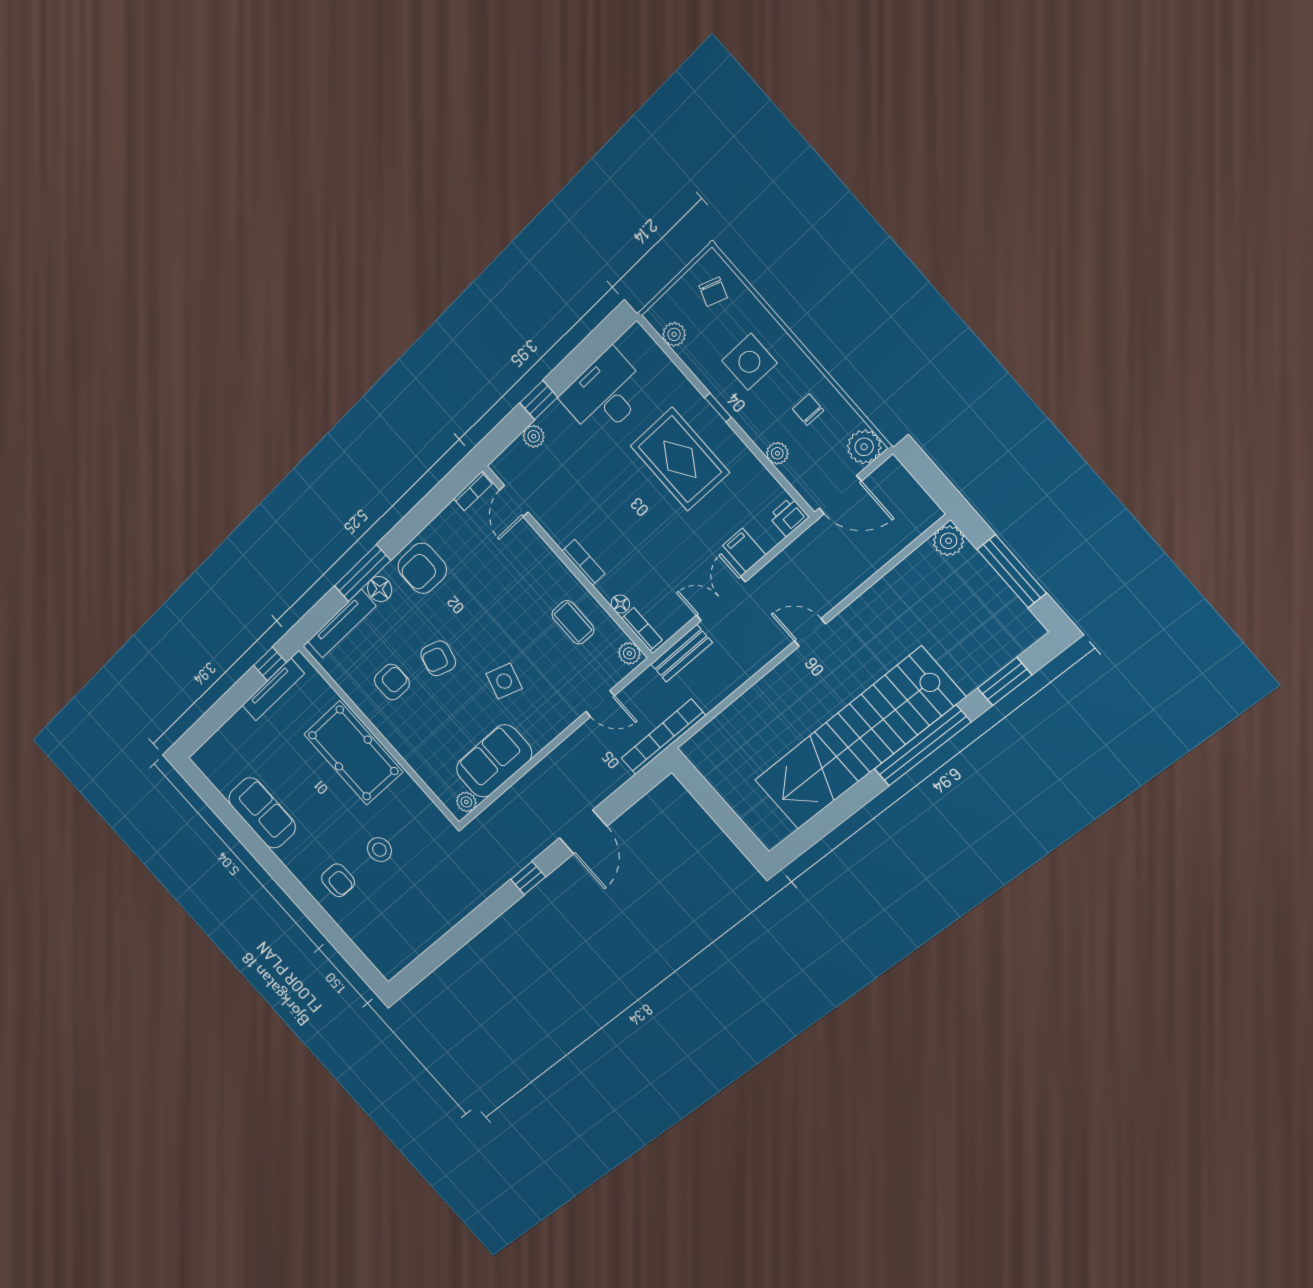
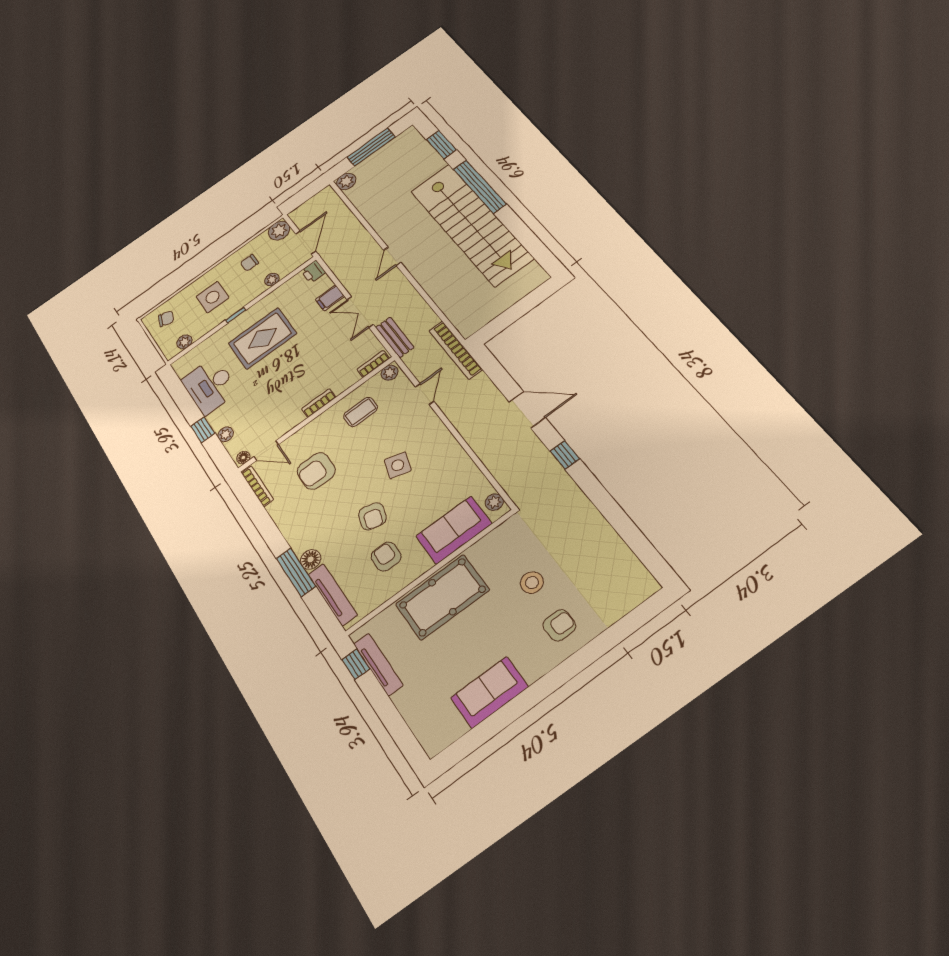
bookcase: (473, 491) -> (257, 486), width x1.56
armchair: (422, 568) -> (316, 471), moved, turned 90
floor lamp: (620, 604) -> (243, 458), moved
sofa: (494, 761) -> (454, 530), moved, turned 90

